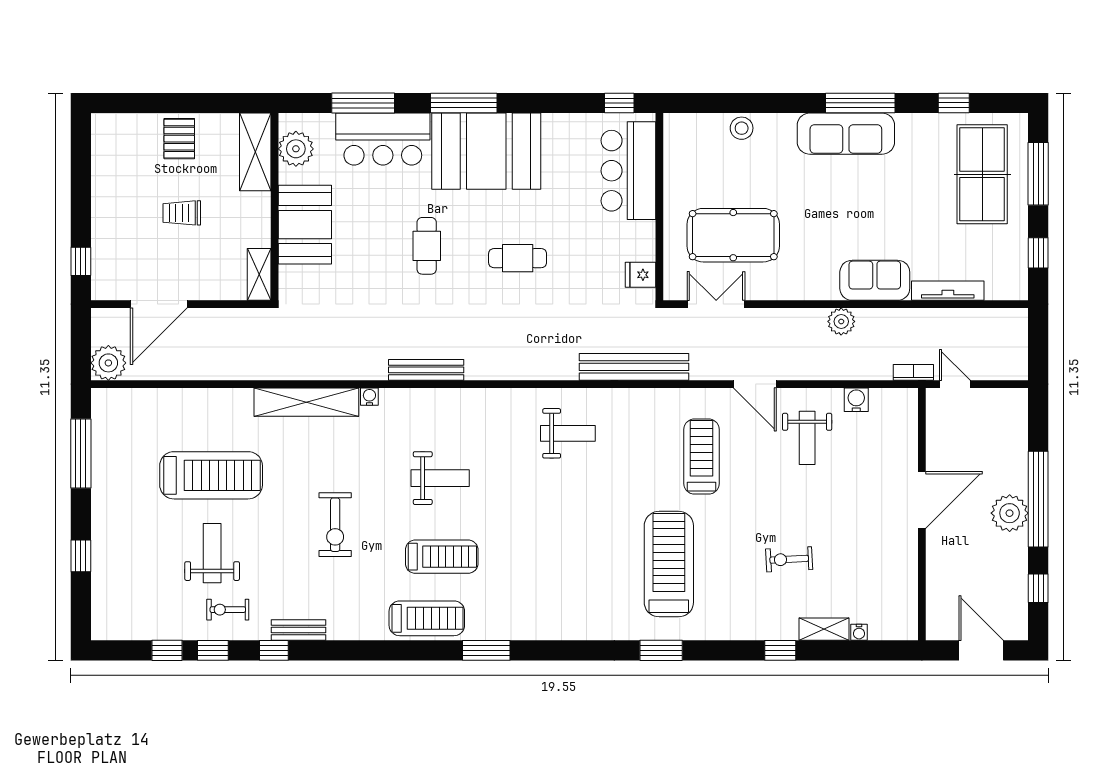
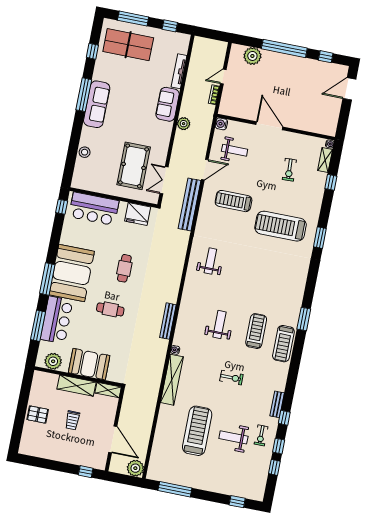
shelving: (255, 152) -> (77, 386), moved
fridge: (641, 275) -> (138, 214), width x1.88, depth x1.34
bench: (634, 367) -> (189, 205), moved
door: (922, 500) -> (269, 126), moved
plant: (1010, 513) -> (252, 56), moved
wall: (922, 514) -> (276, 127), moved
exercise bike: (335, 525) -> (231, 378), width x0.73, depth x0.72
window: (81, 556) -> (237, 502), moved
treadmill: (427, 618) -> (283, 344), turned 180

